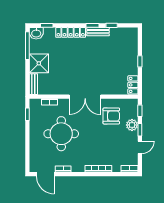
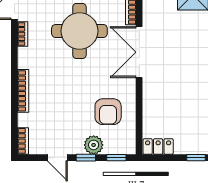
double door: (85, 97) -> (139, 52), moved

